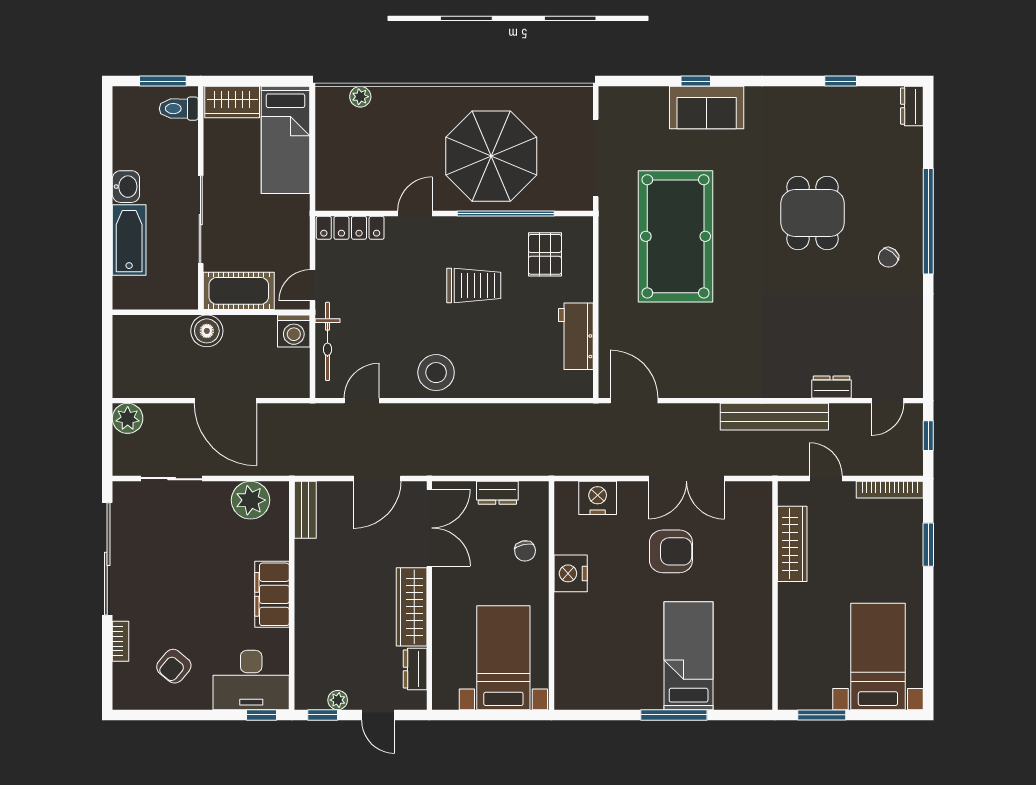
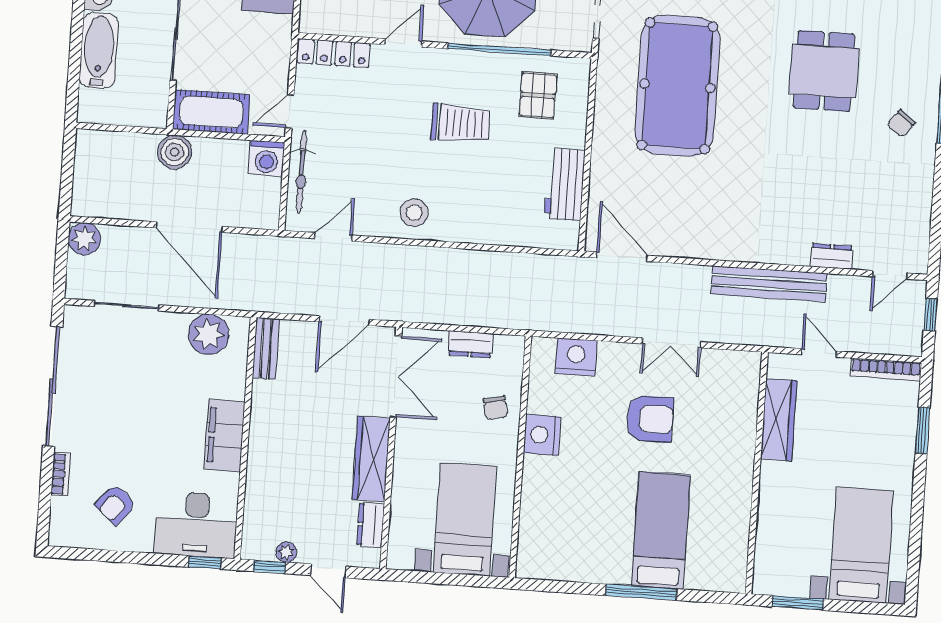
stool: (436, 373) -> (414, 213), width x0.73, depth x0.73
double door: (686, 479) -> (672, 343), width x0.73

